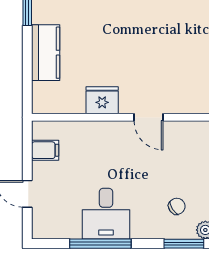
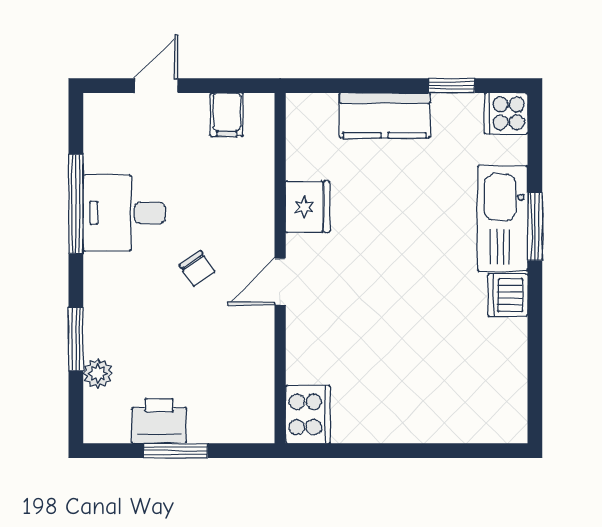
chair: (177, 206) -> (197, 268), moved

